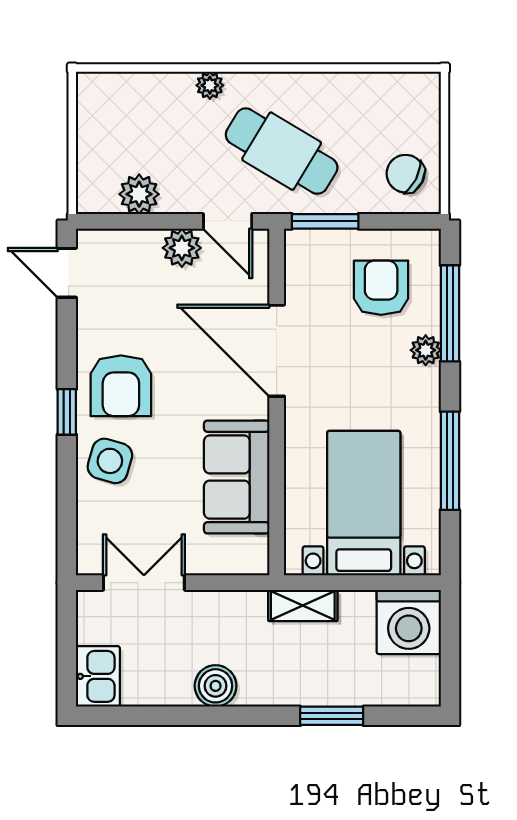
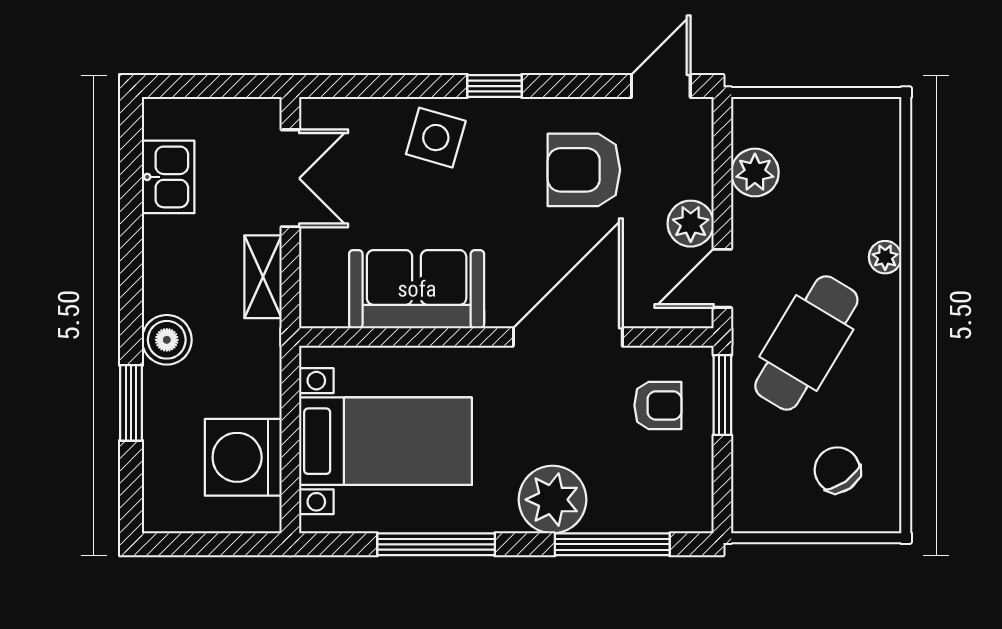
chair: (405, 174) -> (837, 470), moved, turned -62
armchair: (381, 288) -> (658, 405), moved, width x0.72, depth x0.72
plant: (426, 350) -> (552, 500), width x1.88, depth x1.88
armchair: (121, 386) -> (584, 170), moved
shelving: (303, 605) -> (263, 277), moved
washing machine: (409, 622) -> (243, 457), moved
kitchen sink: (98, 676) -> (168, 177), moved, turned -90
boiler: (216, 686) -> (167, 340), moved

